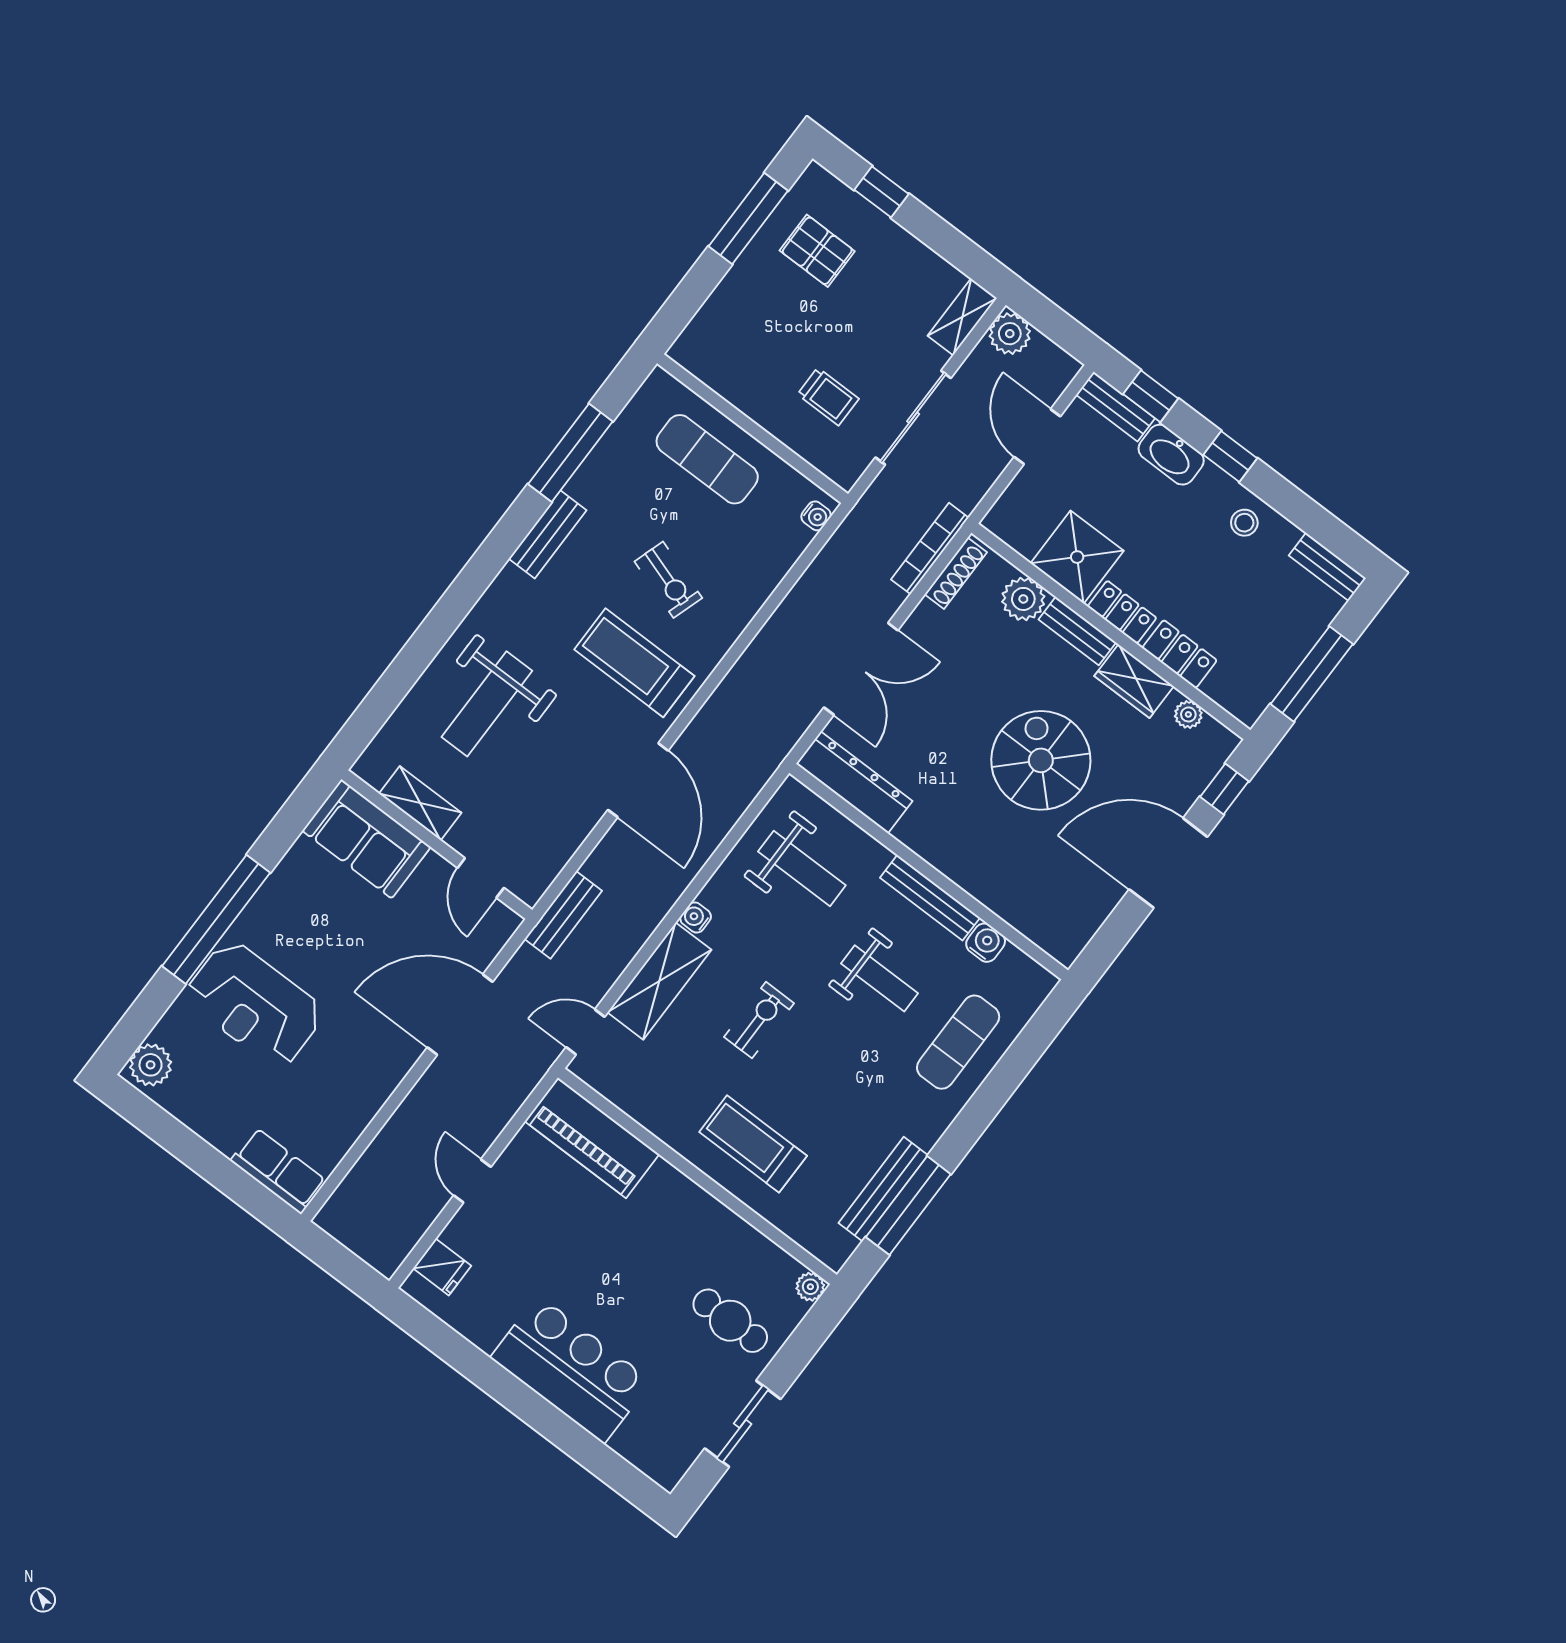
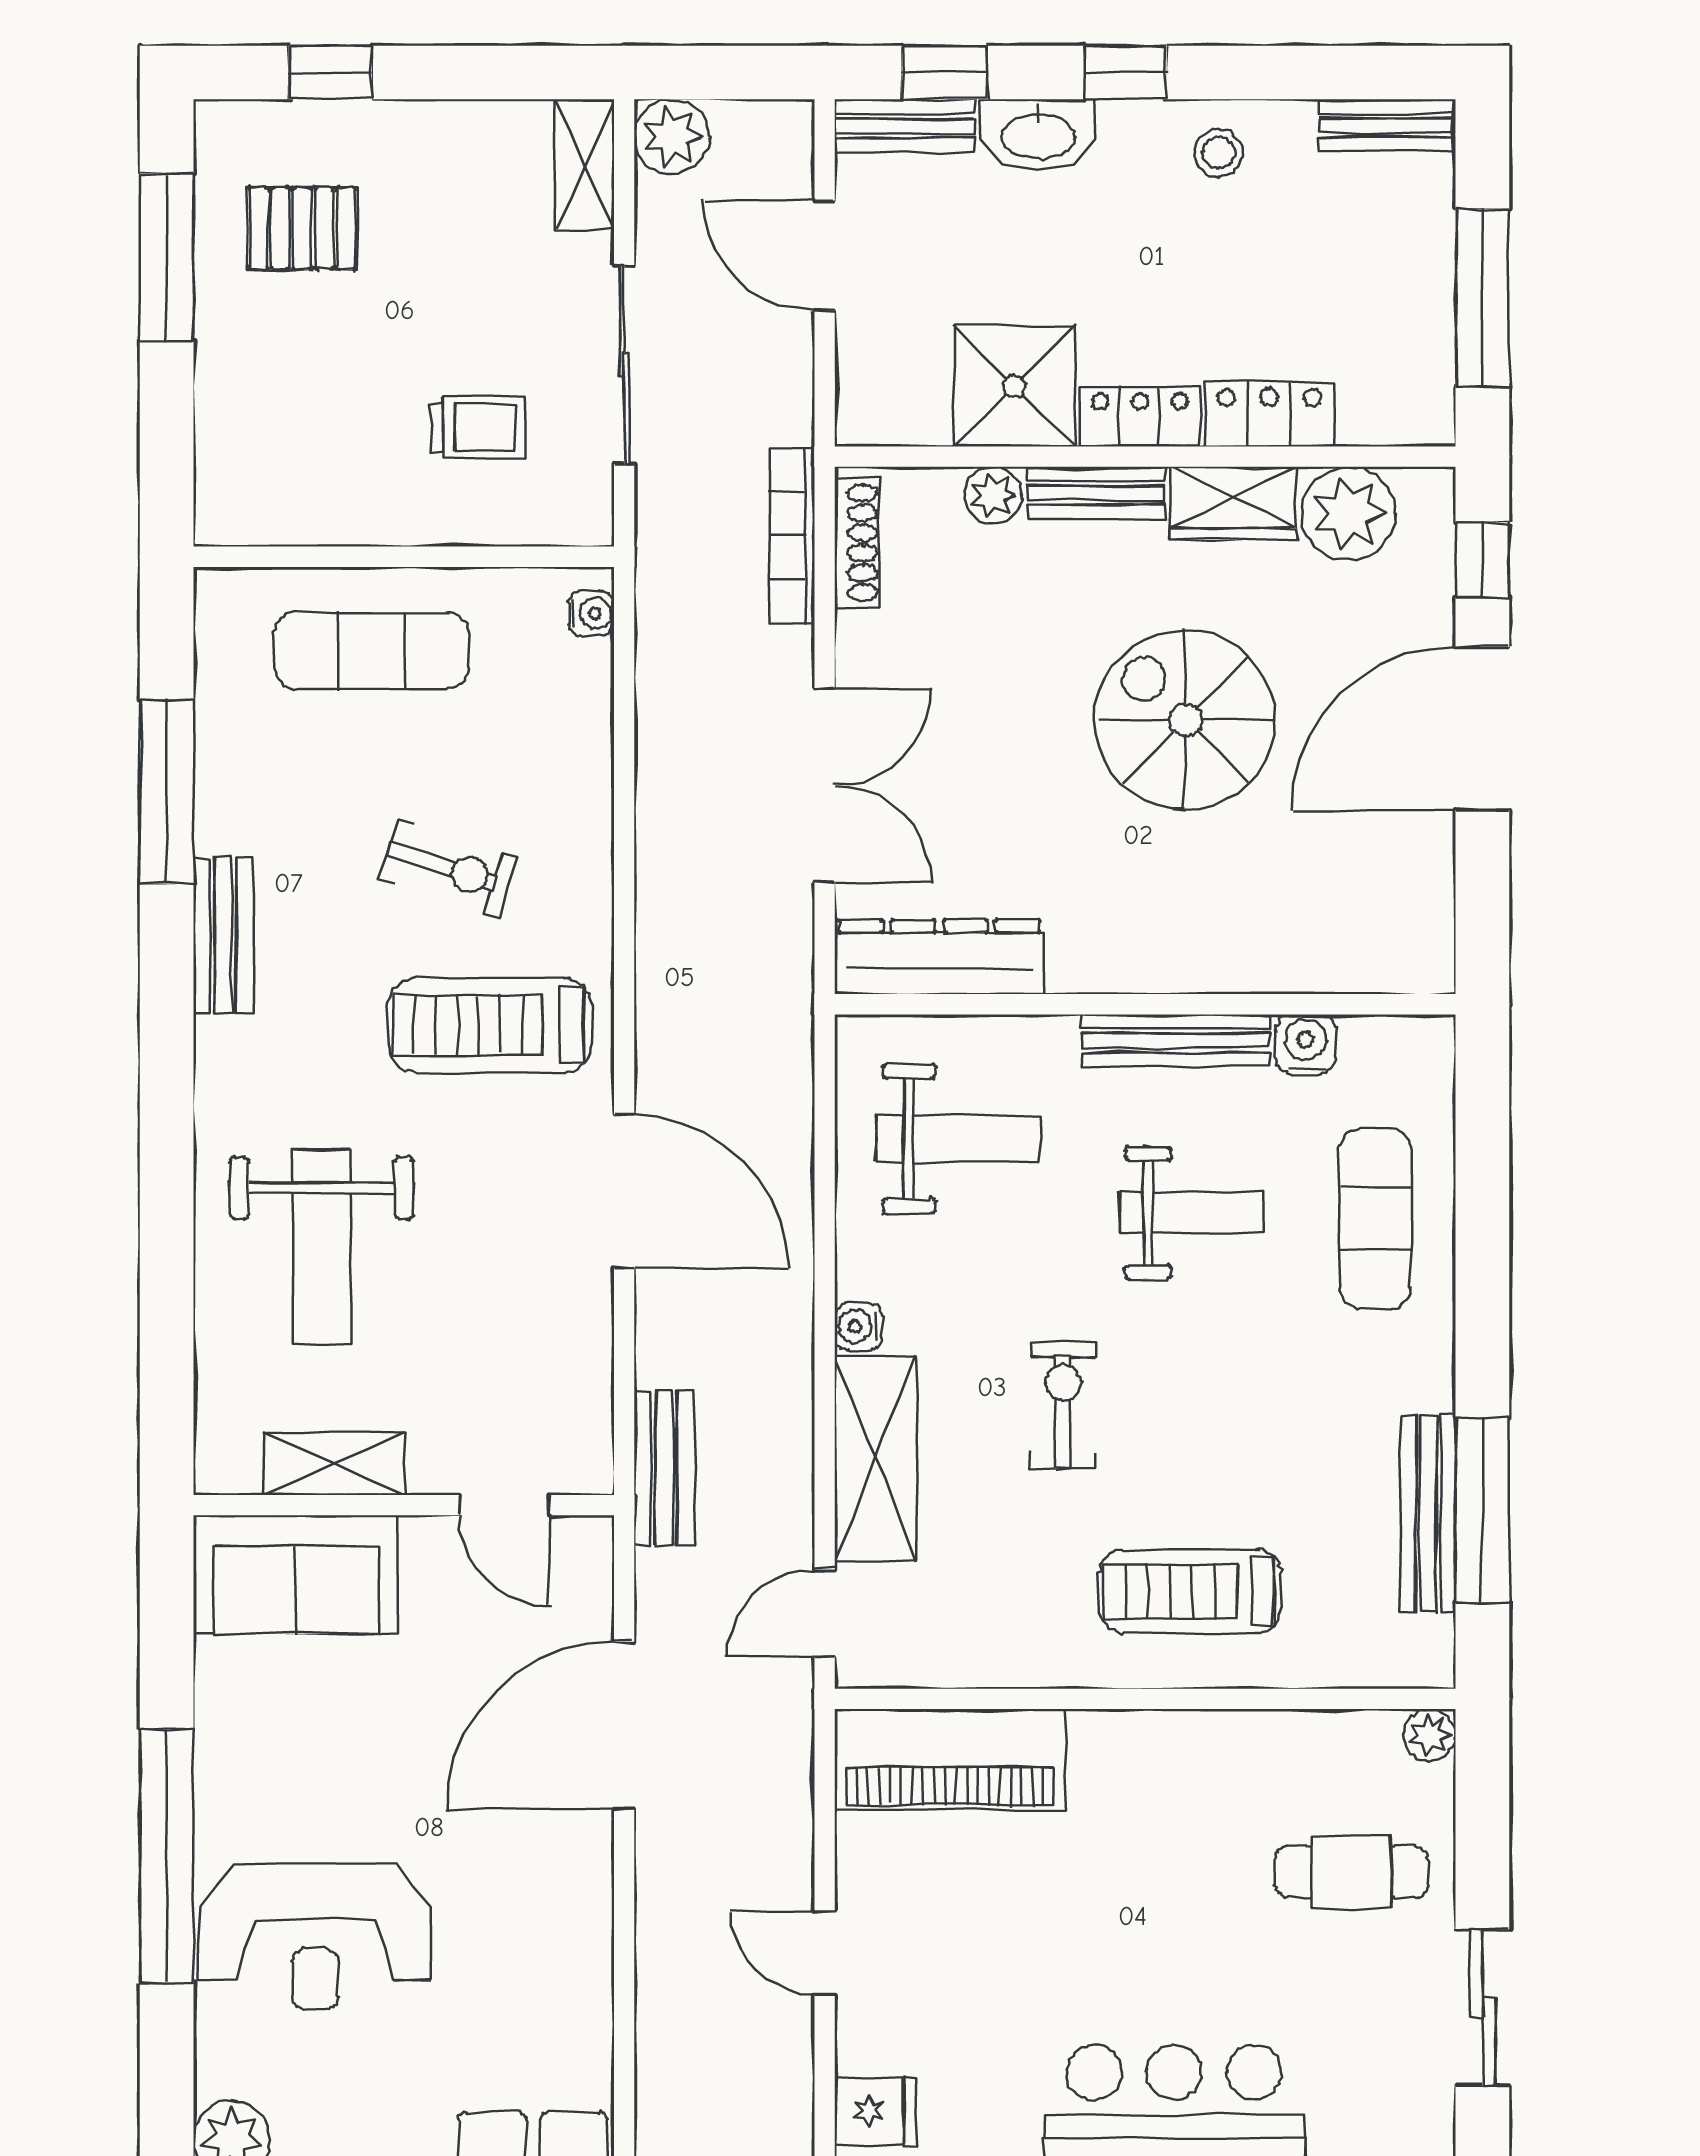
plant: (1023, 599) -> (993, 495), width x0.73, depth x0.73
plant: (1188, 714) -> (1348, 513), width x1.88, depth x1.88

